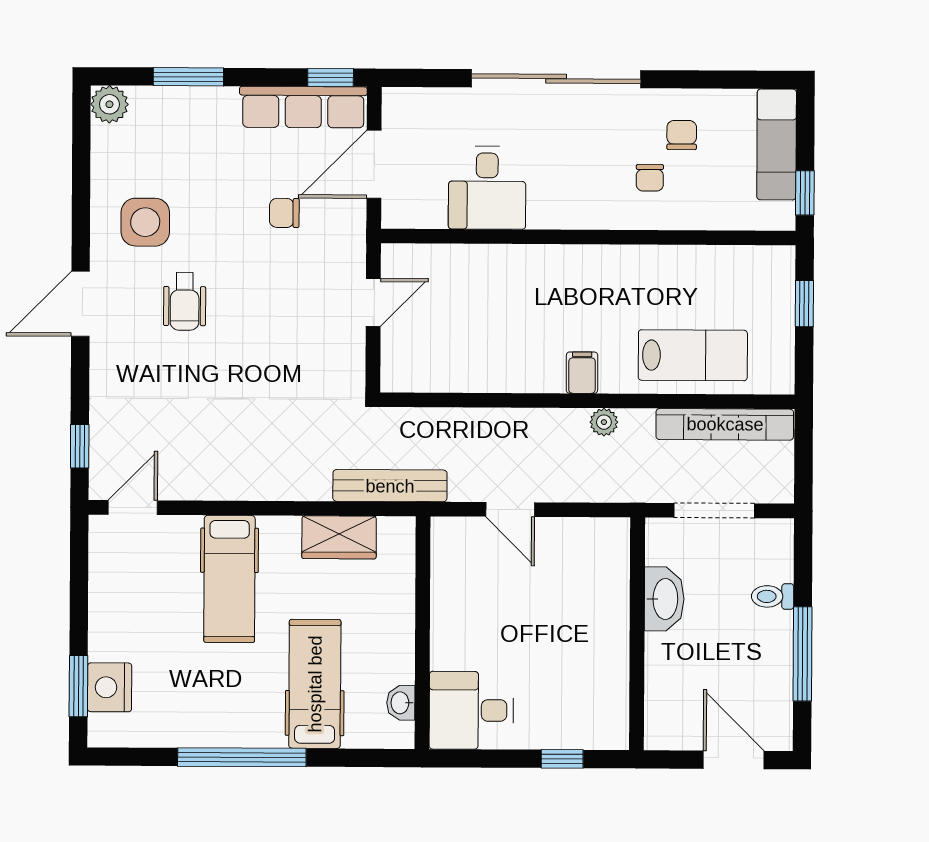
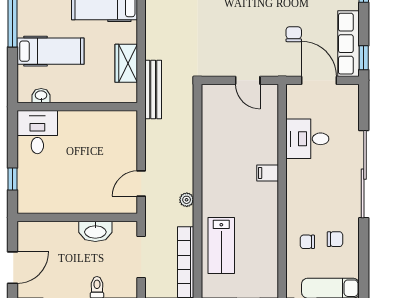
chair: (650, 178) -> (307, 242), moved
filing cabinet: (582, 373) -> (268, 173), moved, turned 180
door: (510, 509) -> (141, 183), moved

